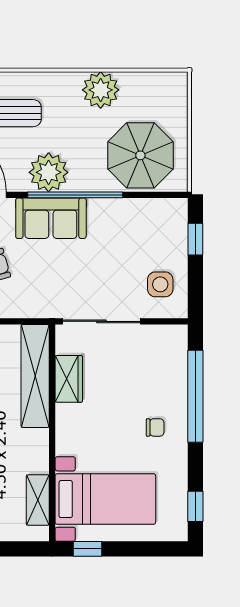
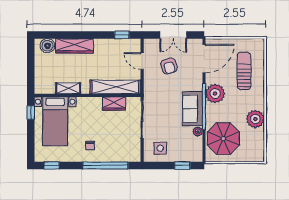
plant: (126, 208) -> (198, 132), added
sofa: (51, 218) -> (193, 109), moved
shelving: (38, 500) -> (68, 88), moved

